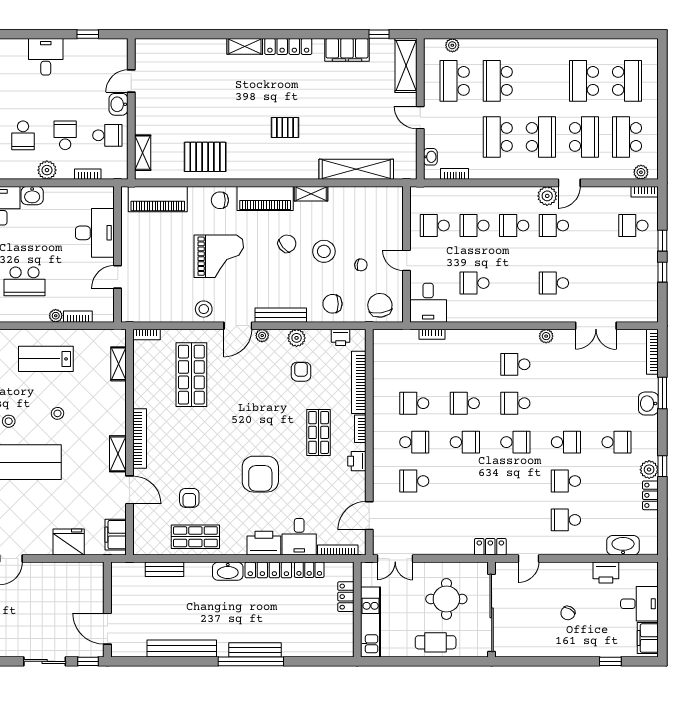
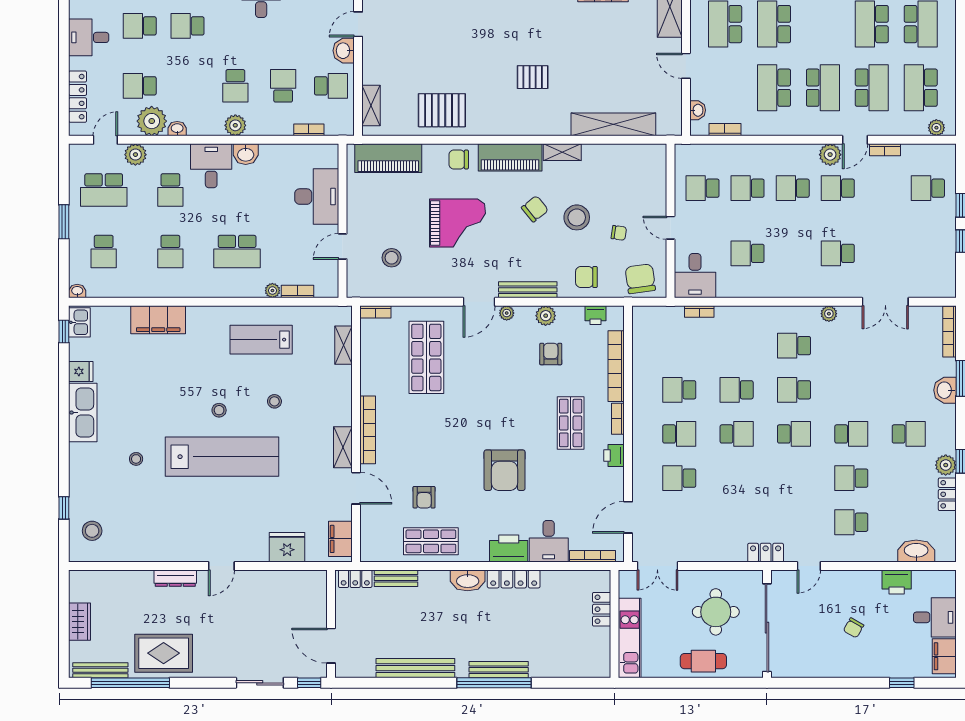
plant: (47, 170) -> (235, 125), moved
bookcase: (645, 192) -> (885, 150), moved
stool: (204, 309) -> (392, 258), moved
locker: (309, 570) -> (355, 579), moved

